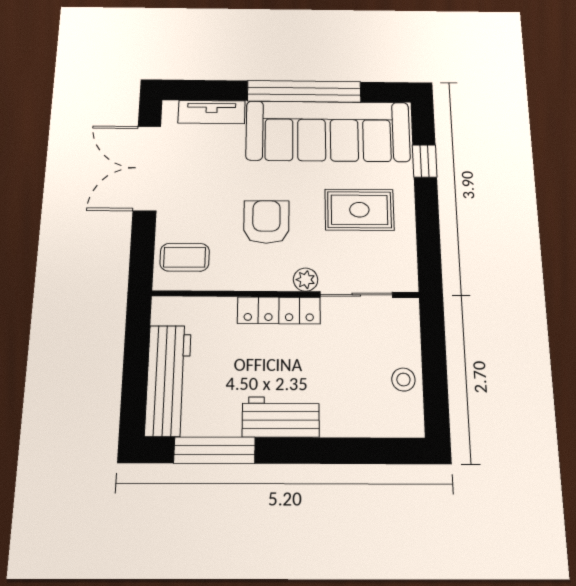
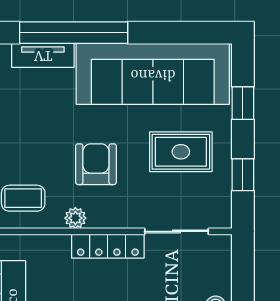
window: (304, 91) -> (74, 33), moved
window: (428, 234) -> (243, 175), added
plant: (306, 280) -> (75, 218), moved

